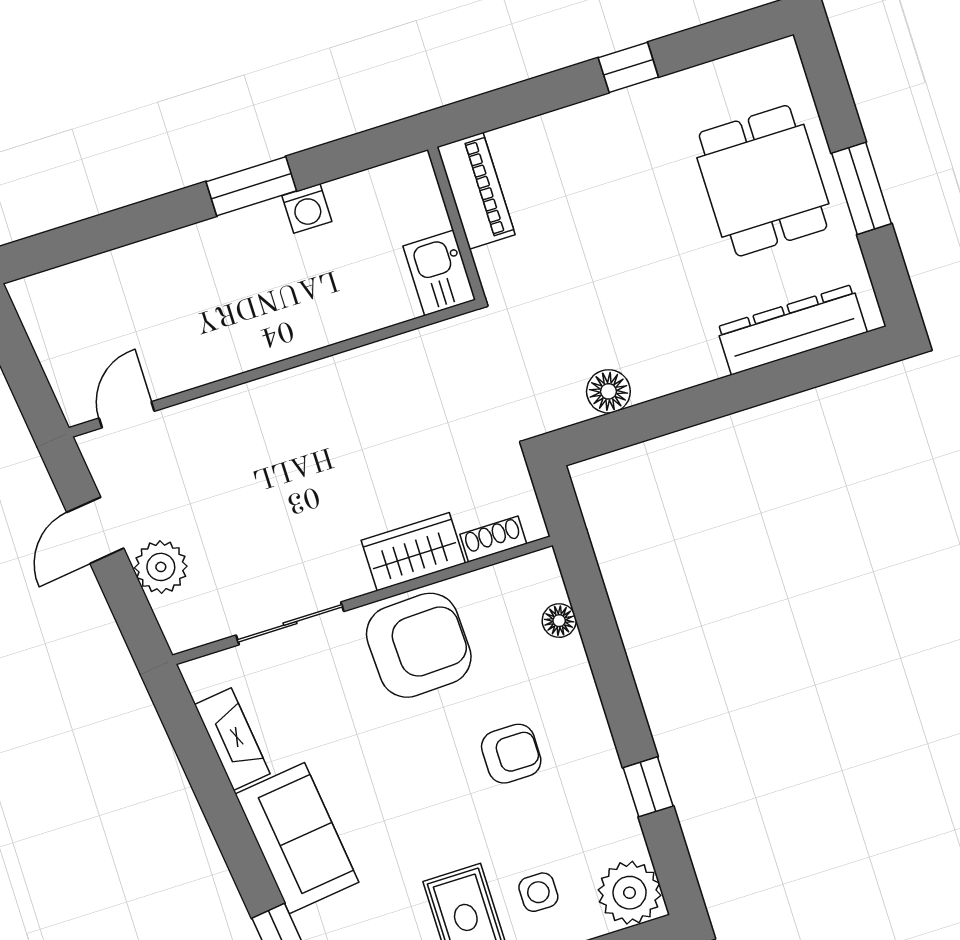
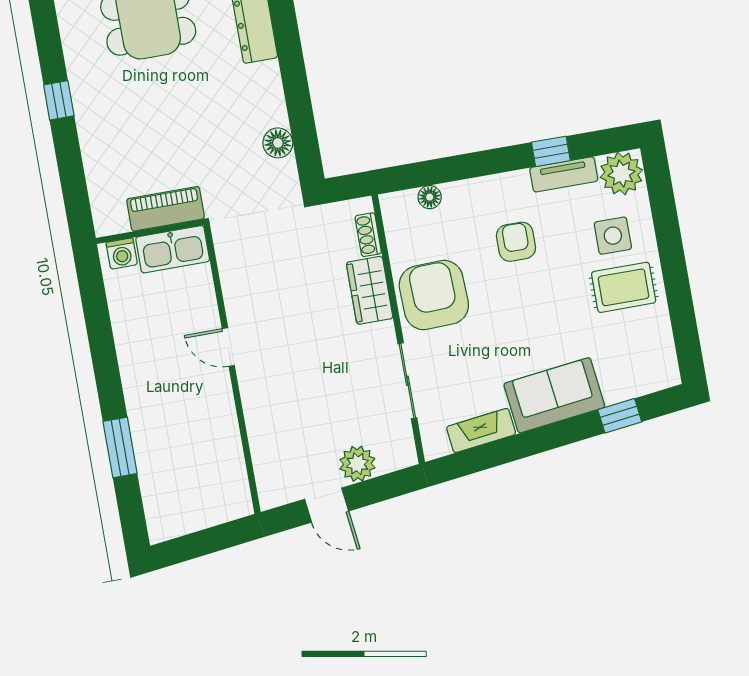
window: (251, 186) -> (120, 447), moved
piano: (476, 191) -> (166, 209), moved
washing machine: (307, 209) -> (122, 254), moved, turned 90
kitchen sink: (439, 273) -> (173, 249), width x1.38
door: (127, 415) -> (228, 347), moved
tv unit: (617, 810) -> (564, 174), added
side table: (538, 892) -> (613, 236), width x1.37, depth x1.37

